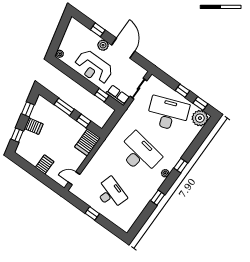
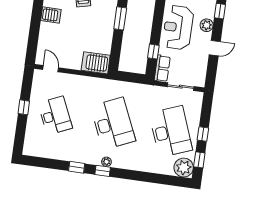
door: (123, 48) -> (215, 48), width x0.53
window: (84, 121) -> (116, 47), removed
desk: (139, 153) -> (113, 124), turned -33
server rack: (45, 164) -> (51, 15), moved
window: (181, 166) -> (103, 171), moved
desk: (111, 193) -> (55, 116), turned -42

